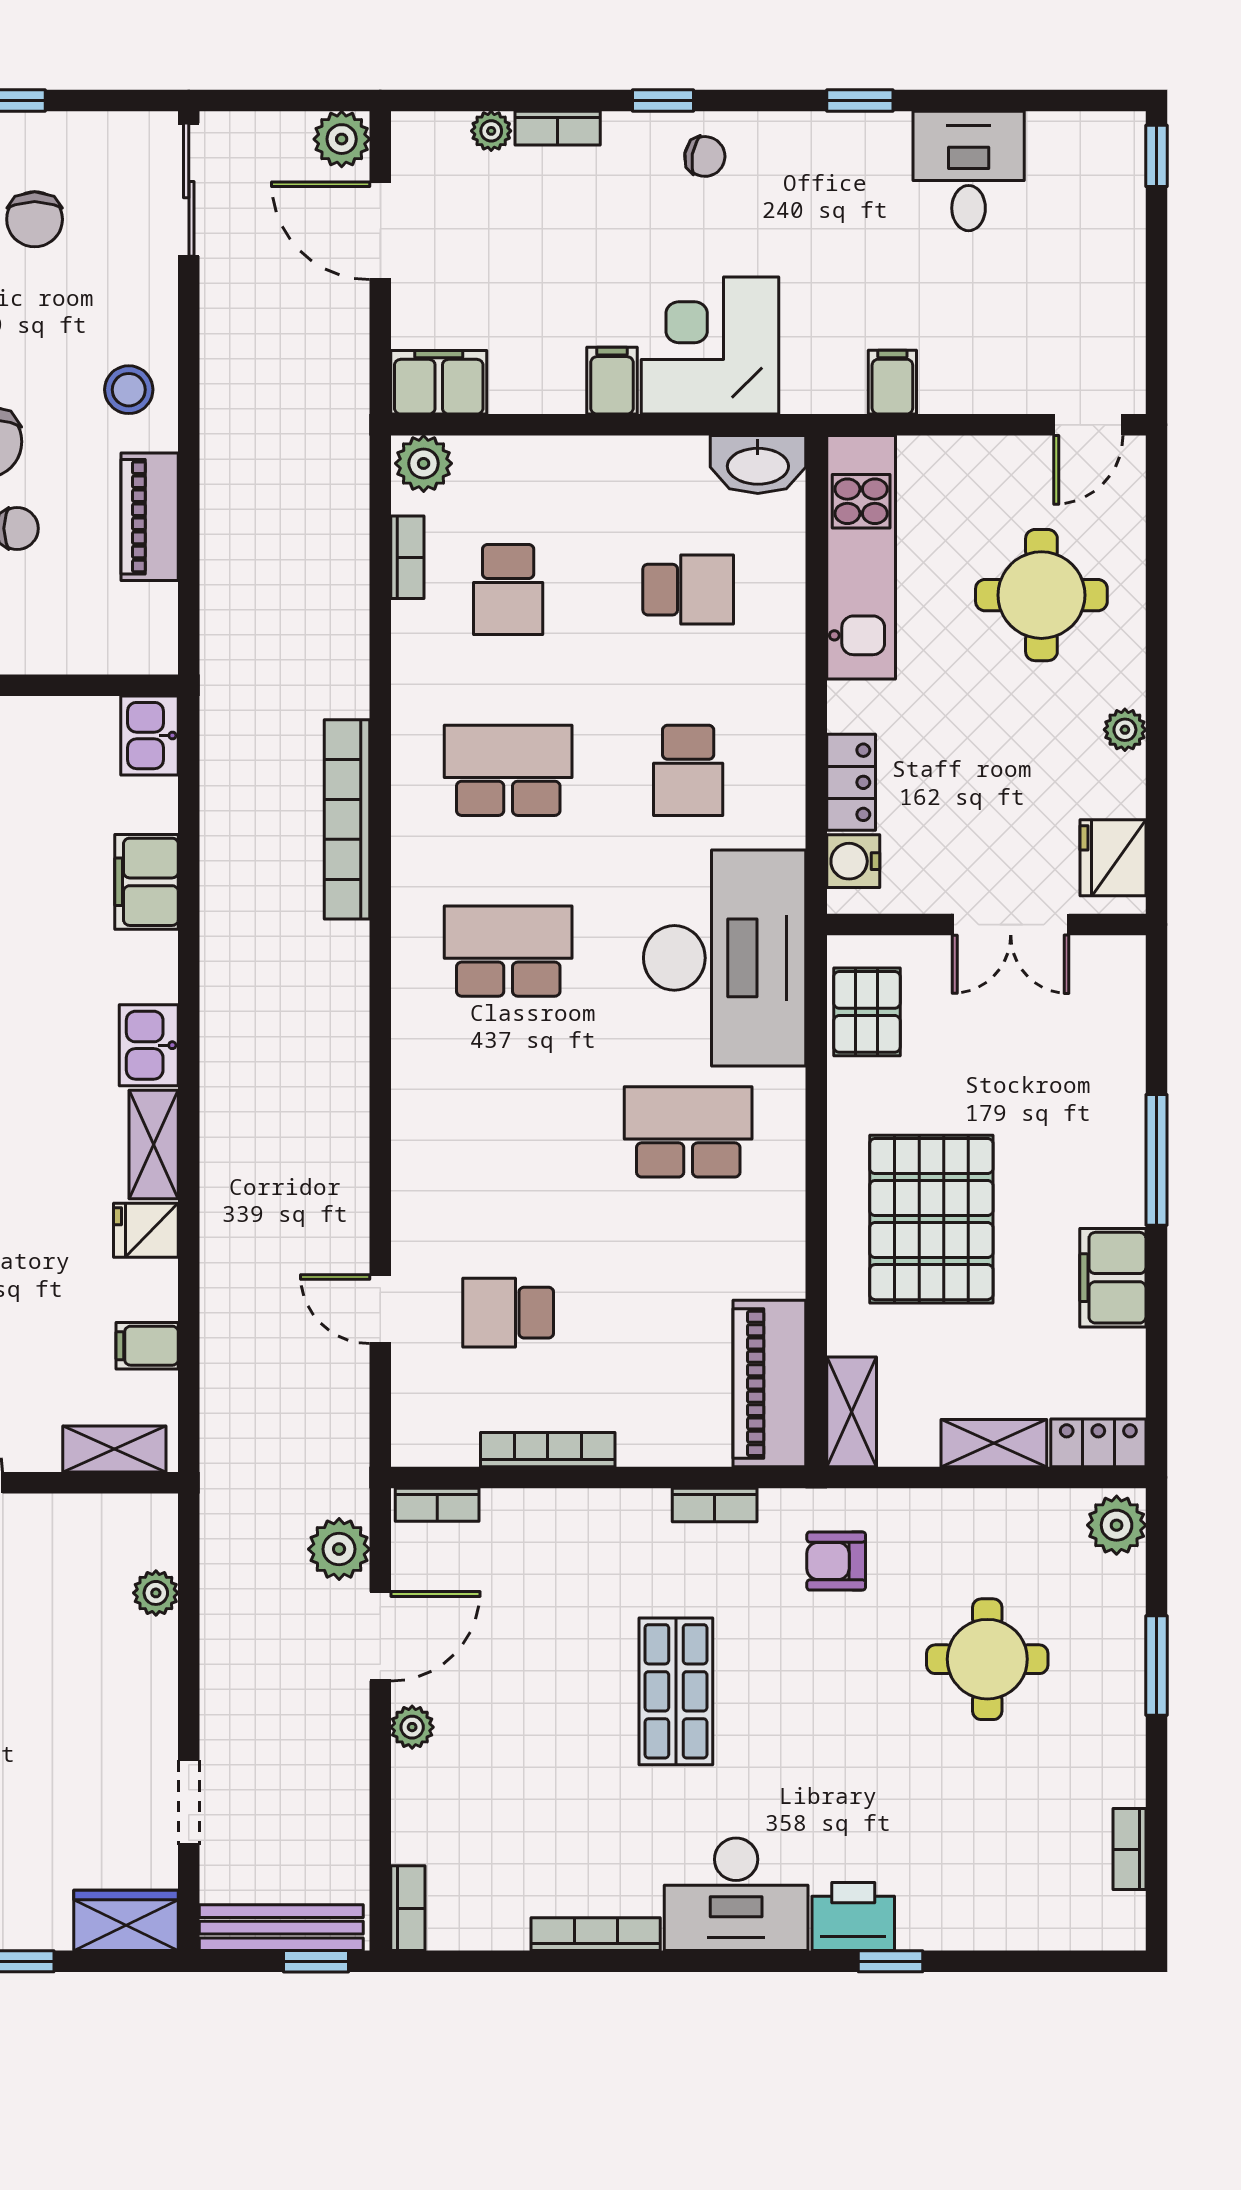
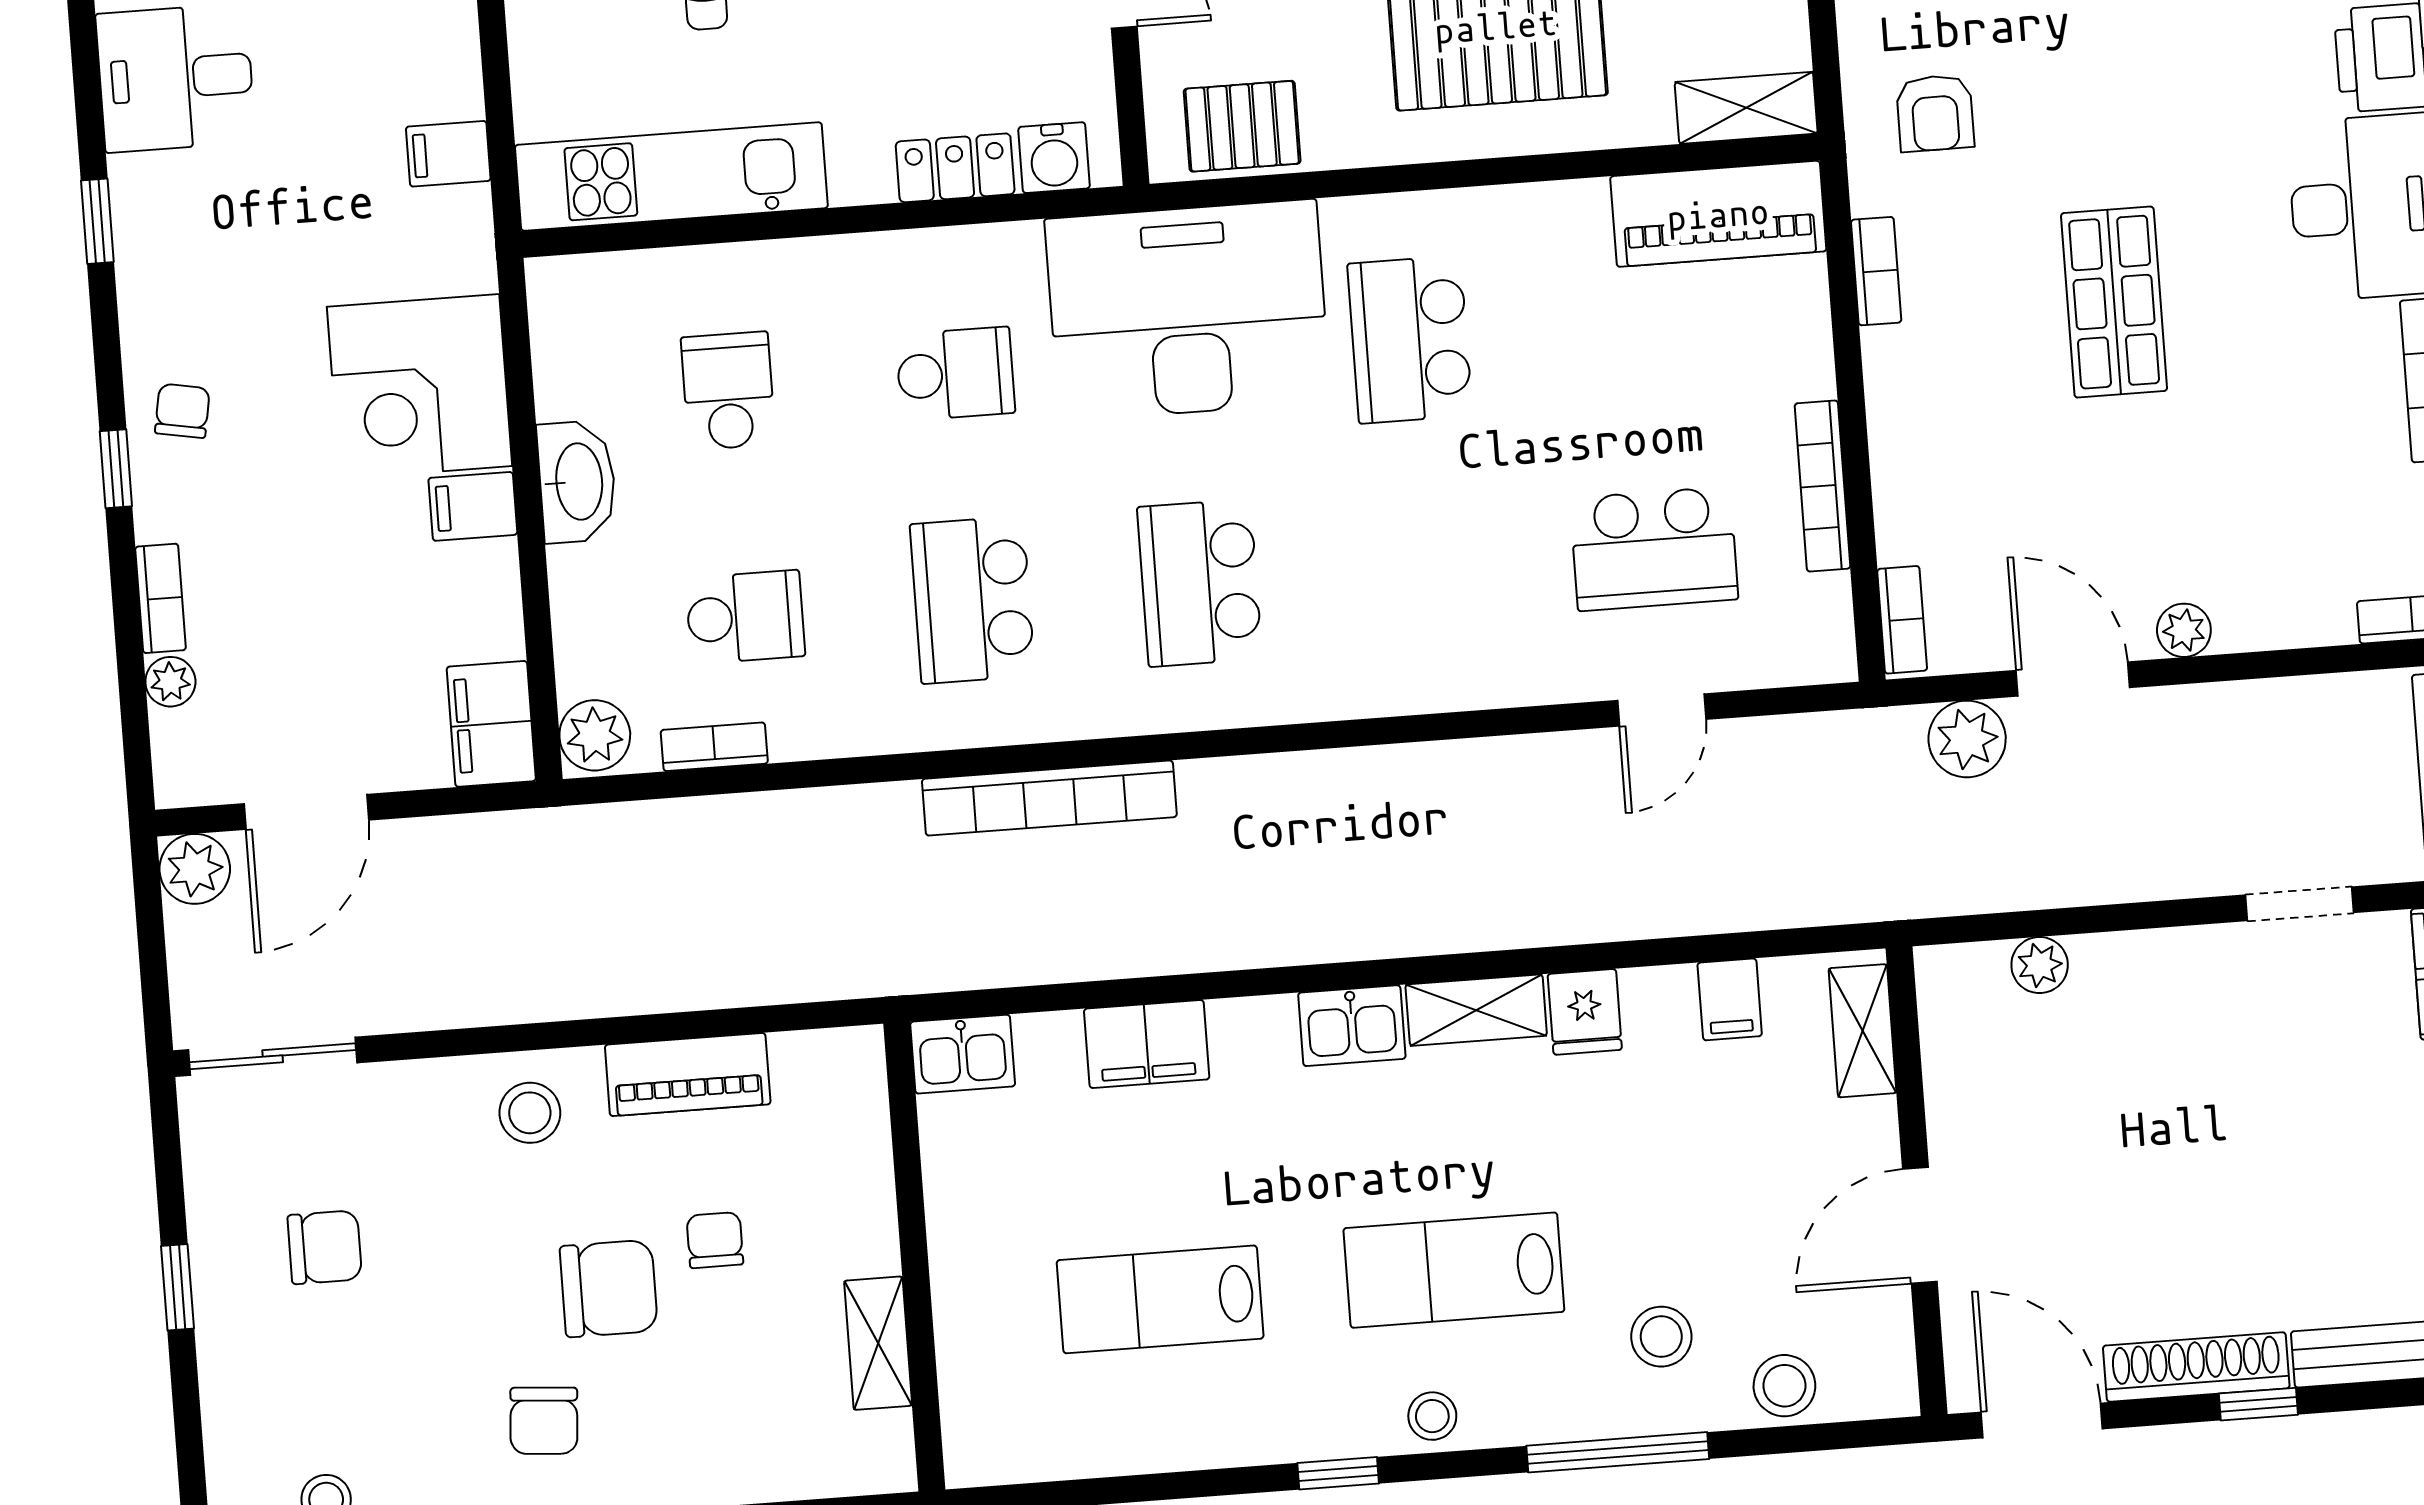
washbasin: (758, 465) -> (577, 482), moved
school desk: (508, 1313) -> (1654, 549), width x1.85
shop shelf: (676, 1691) -> (2114, 302), turned 90

